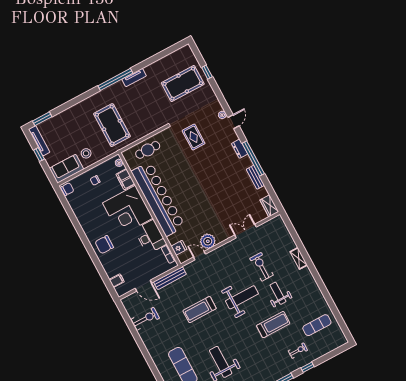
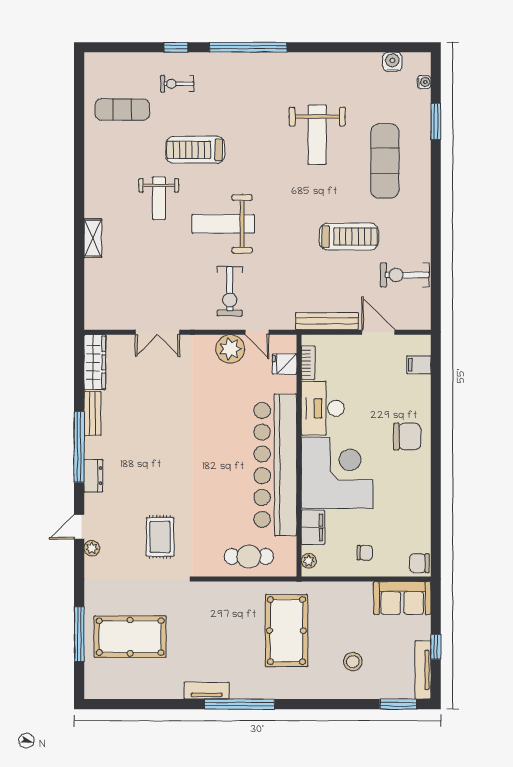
window: (207, 72) -> (79, 634), width x2.17
stool: (86, 153) -> (353, 662), moved
wardrobe: (269, 206) -> (95, 362), width x1.50
exercise bike: (262, 267) -> (230, 291), moved
treadmill: (200, 310) -> (349, 237), moved

